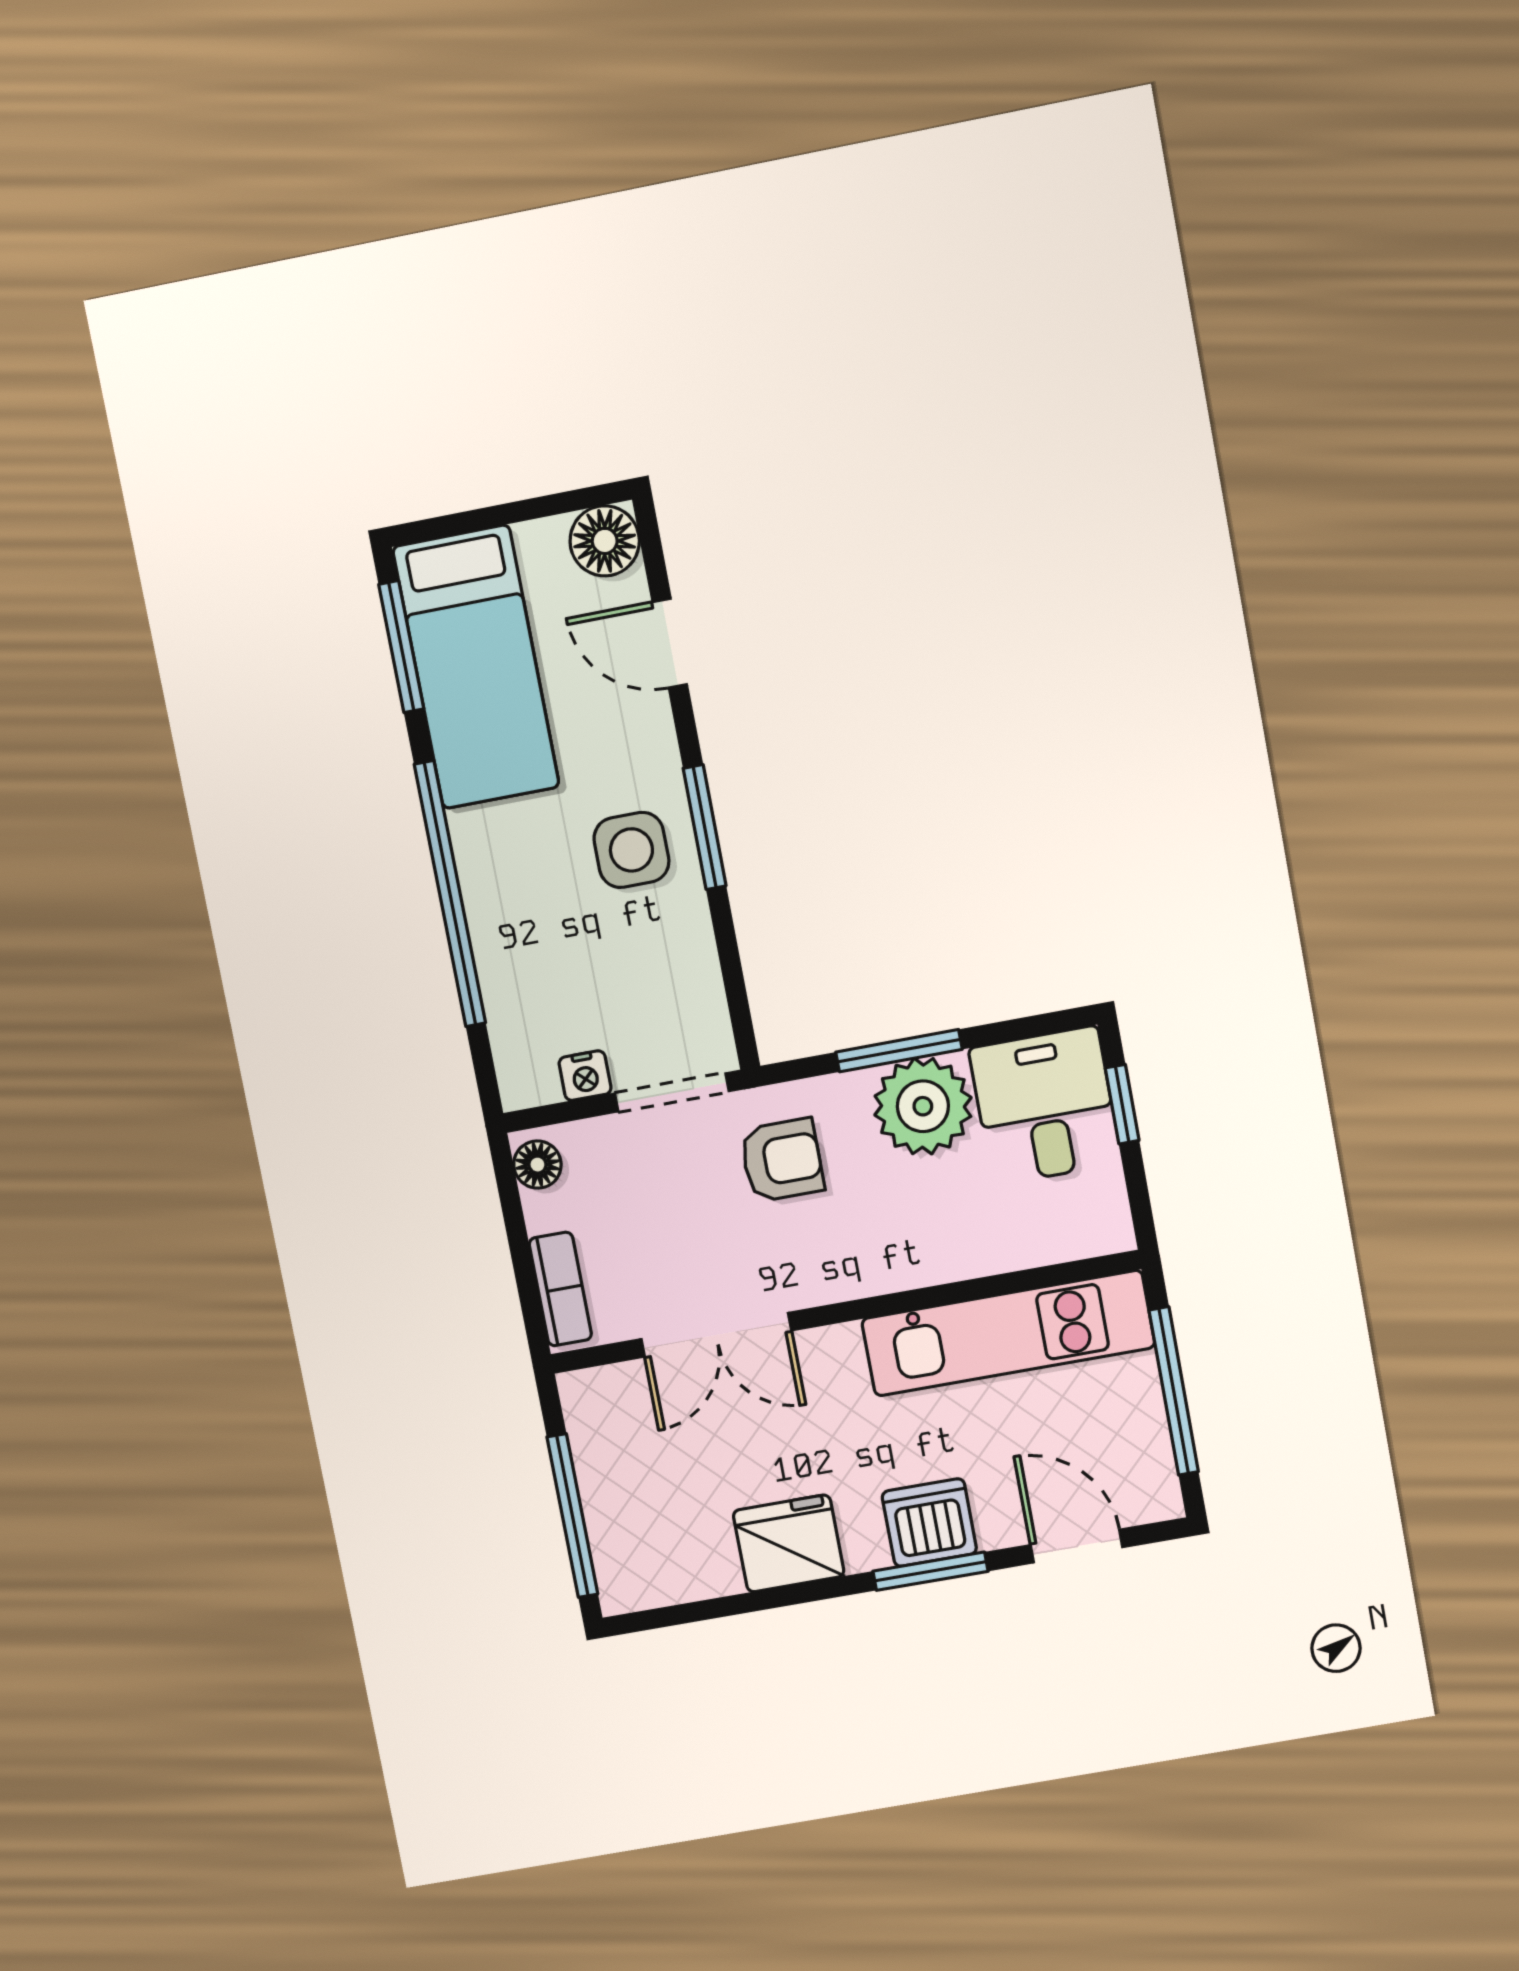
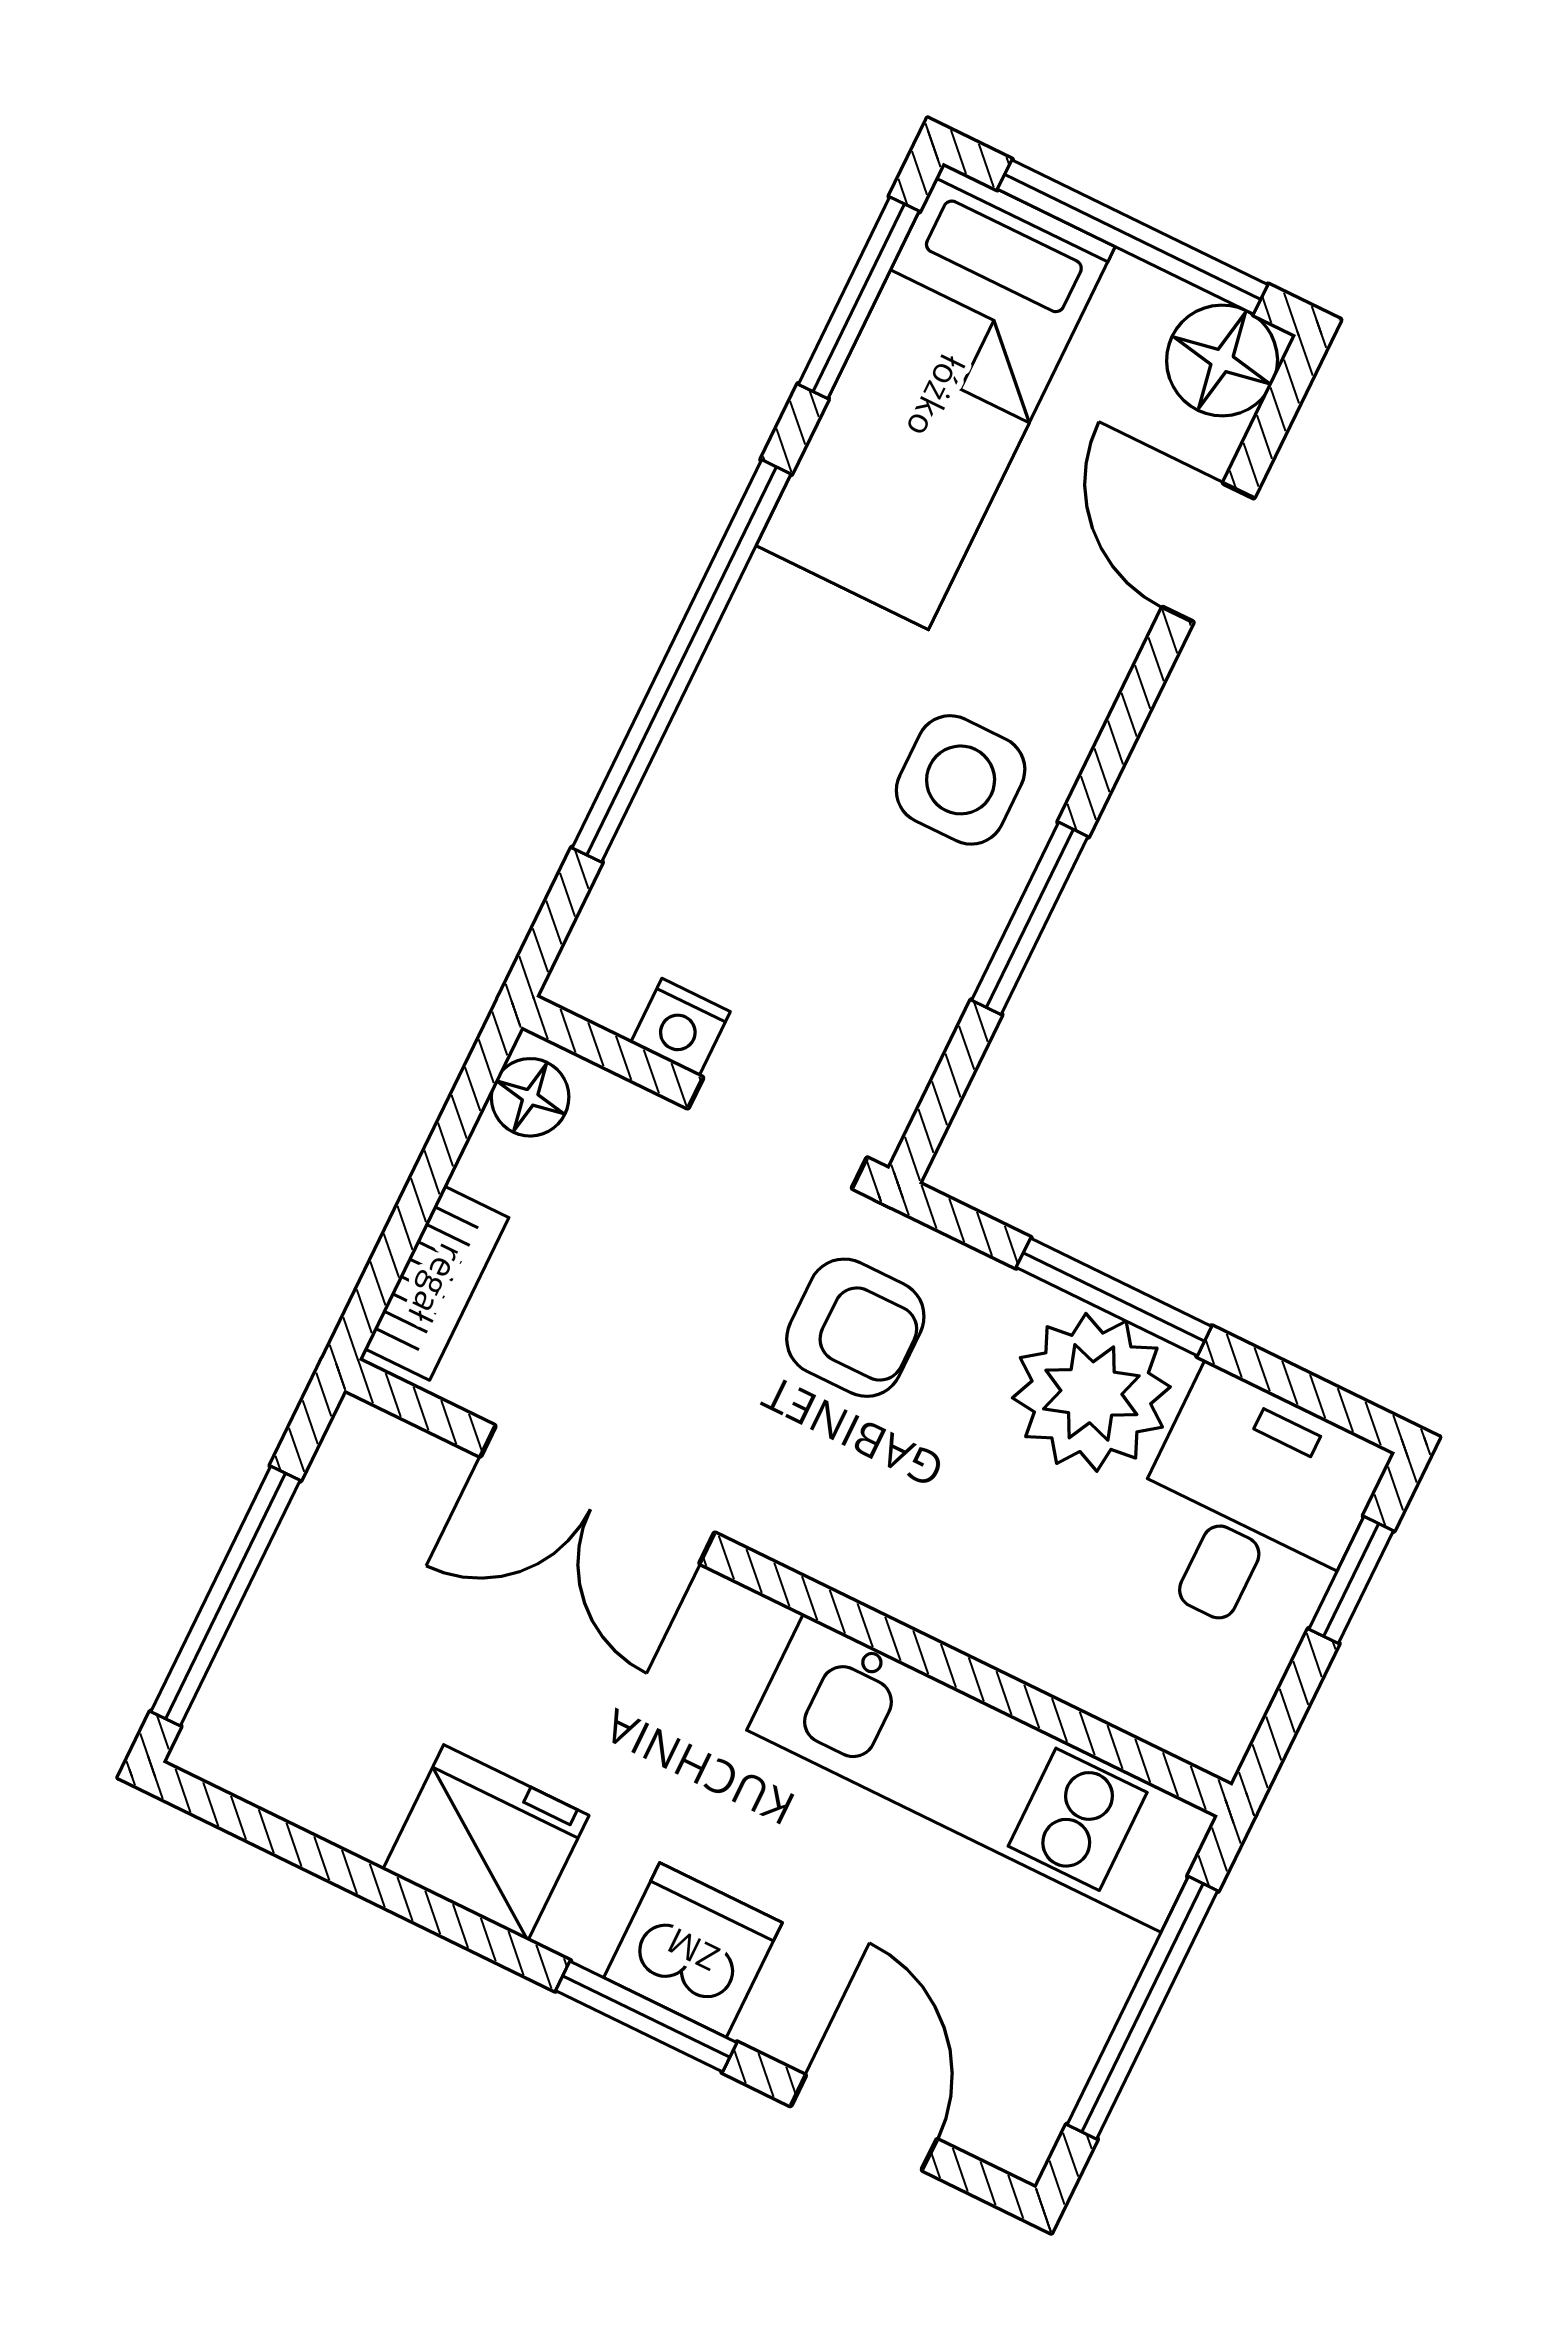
window: (514, 512) -> (1133, 237), added
window: (705, 827) -> (1030, 918), moved

